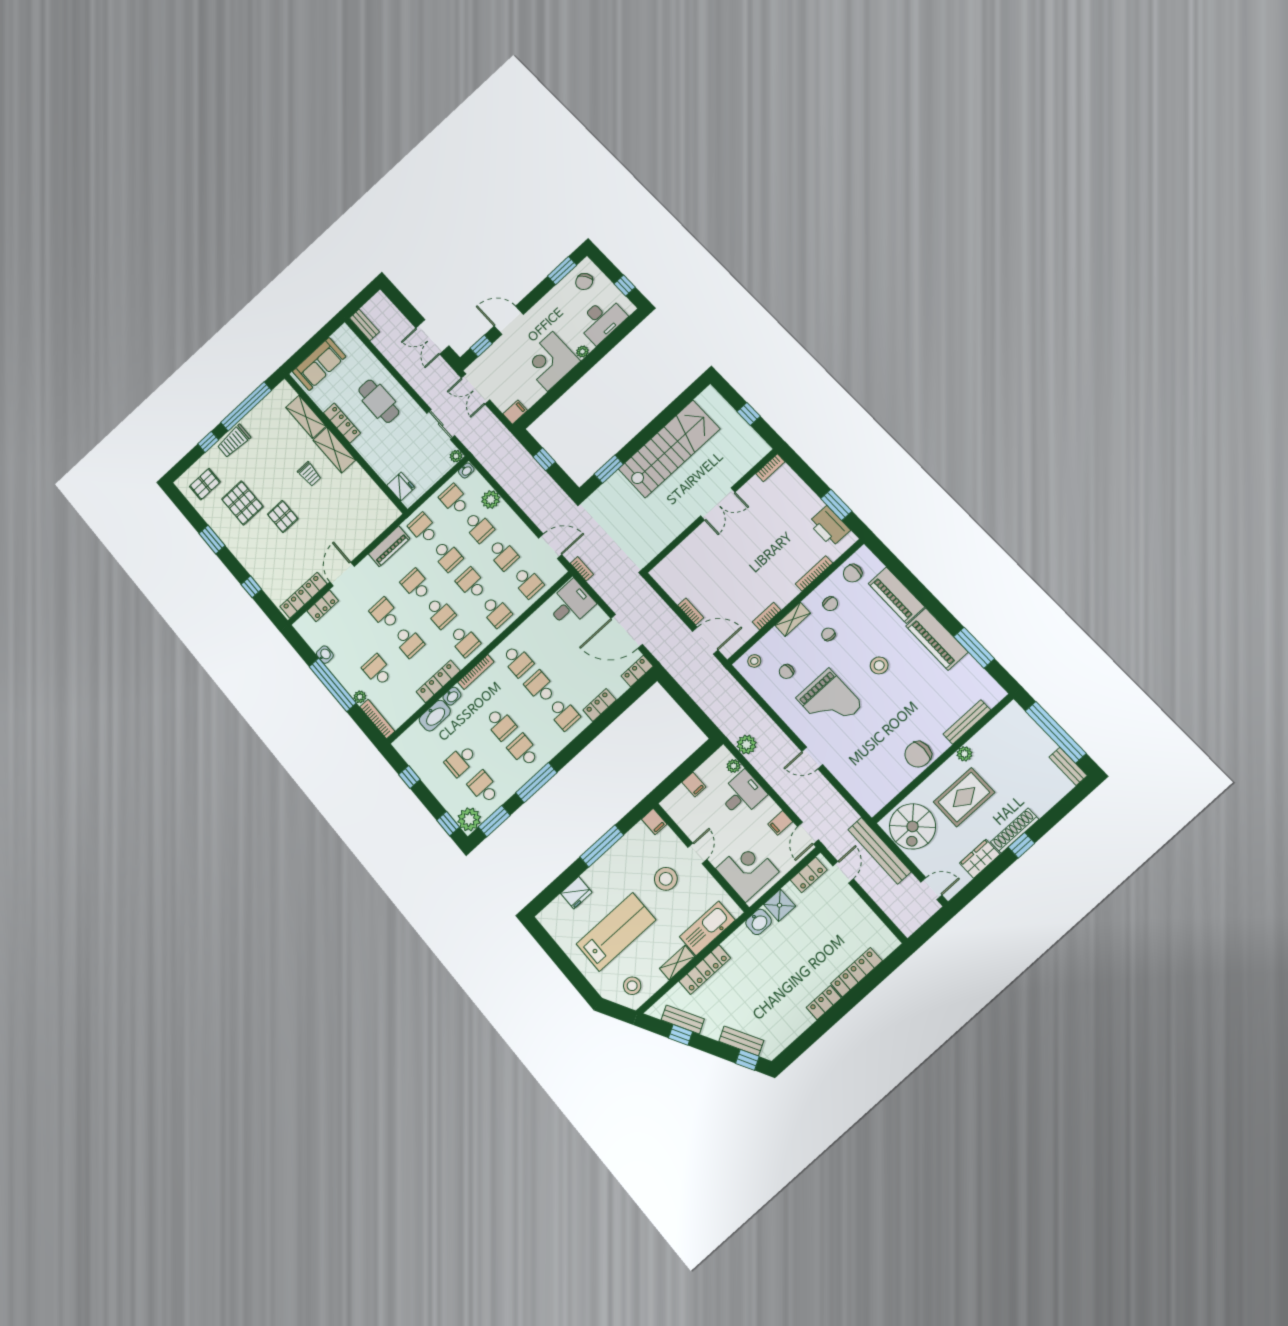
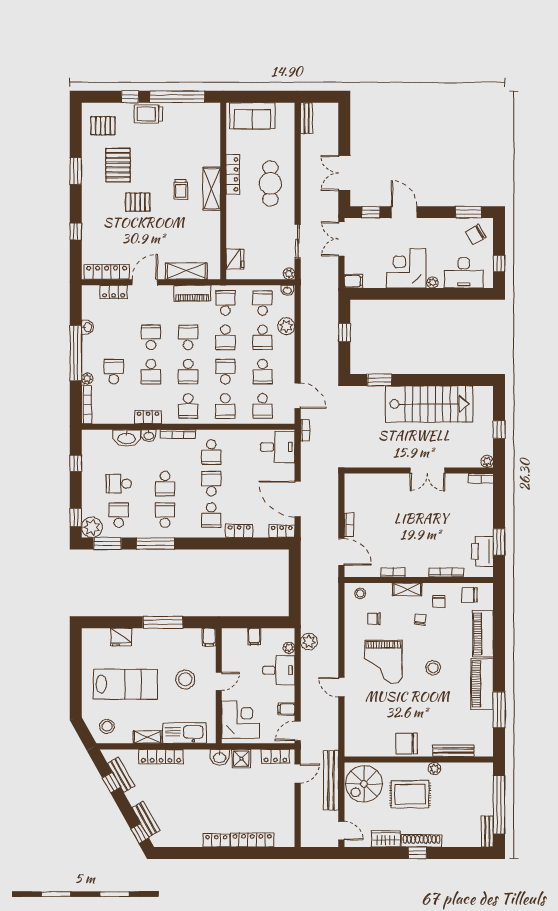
shelving: (306, 417) -> (186, 271), moved, turned 90
plant: (763, 449) -> (487, 461), added
pallet: (283, 517) -> (138, 202), turned 90
locker: (438, 681) -> (148, 417), width x0.66

